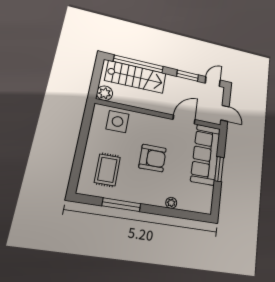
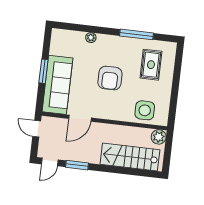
window: (139, 64) -> (128, 171), removed
armchair: (153, 158) -> (110, 78), turned -90

